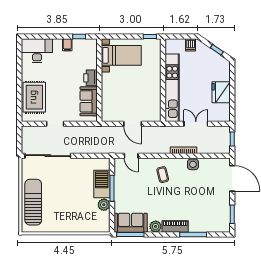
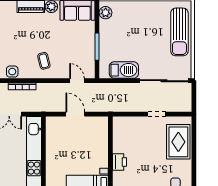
sofa: (89, 101) -> (121, 137), removed
barbecue: (102, 184) -> (124, 70), moved, turned -90
plant: (104, 205) -> (106, 13), moved

